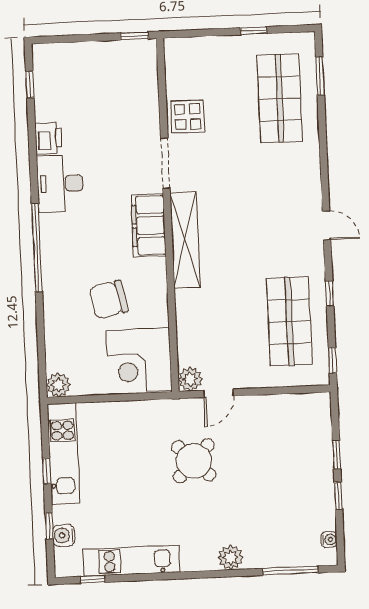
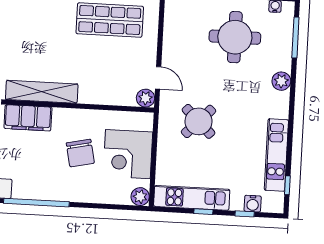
corner desk: (139, 360) -> (128, 154), moved, turned 90
round table: (194, 461) -> (199, 121), moved
round table: (283, 490) -> (235, 37), added

